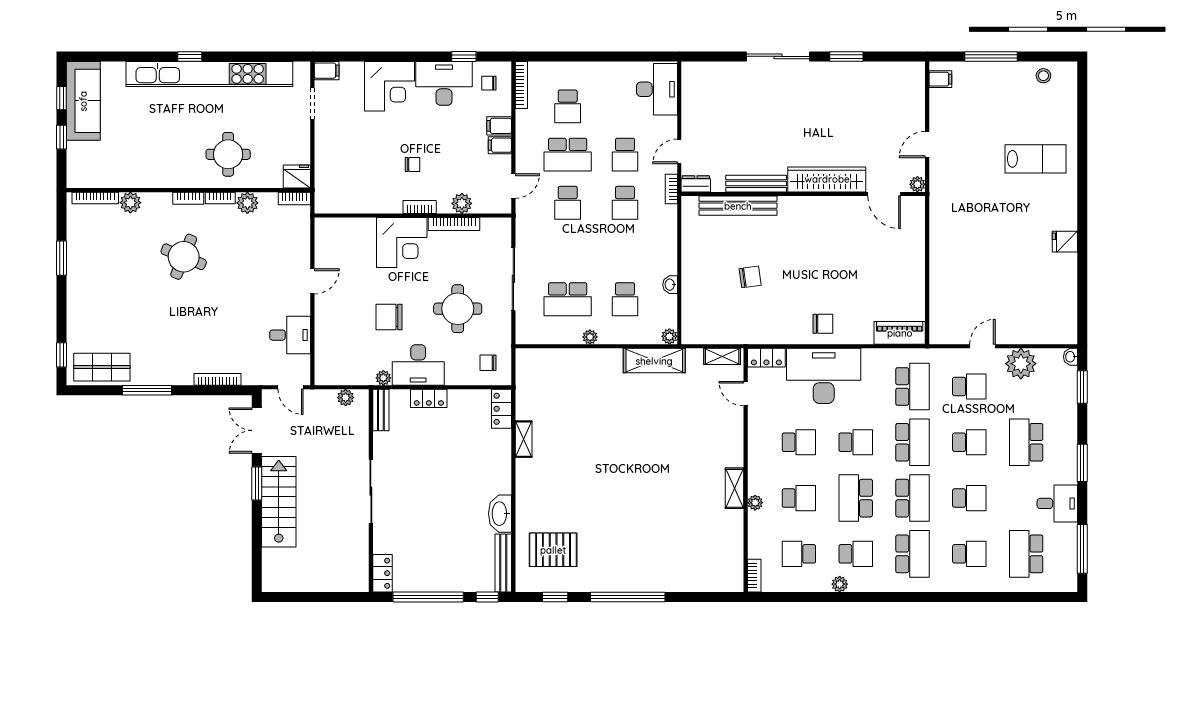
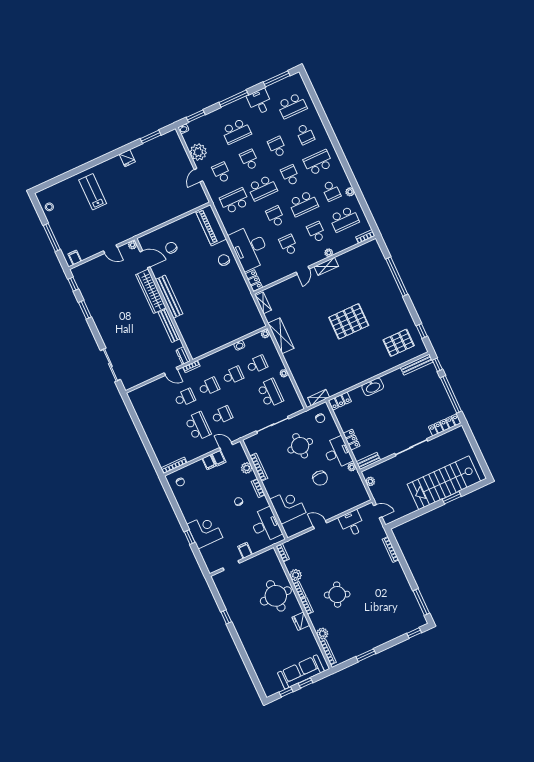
window: (190, 56) -> (226, 617), moved
window: (464, 56) -> (190, 537), moved
sliding door: (778, 56) -> (110, 365), moved
window: (898, 56) -> (73, 284), added
filing cabinet: (327, 71) -> (245, 550), moved
kitchen unit: (209, 74) -> (240, 624), removed
desk: (444, 83) -> (266, 525), moved, turned 180
desk: (657, 89) -> (145, 397), removed
sofa: (83, 101) -> (301, 672), moved
school desk: (568, 106) -> (233, 376), moved
filing cabinet: (499, 126) -> (219, 458), moved
round table: (228, 154) -> (276, 596), width x1.36, depth x1.36
fridge: (297, 177) -> (301, 621), moved
door: (884, 194) -> (145, 259), hinge flipped
bench: (738, 206) -> (169, 297), moved
corner desk: (402, 243) -> (288, 506), moved
chair: (750, 277) -> (171, 248), moved
window: (1082, 296) -> (151, 137), added
piano: (900, 333) -> (211, 225), width x1.37, depth x1.33
door: (982, 346) -> (198, 175), hinge flipped
shop shelf: (102, 367) -> (411, 610), removed
door: (290, 387) -> (378, 511), hinge flipped
window: (147, 390) -> (421, 602), moved
door: (746, 394) -> (303, 270), moved
double door: (257, 430) -> (407, 518), removed
shelving: (524, 439) -> (319, 397), moved
school desk: (913, 442) -> (262, 188), turned 180
window: (1082, 463) -> (234, 99), width x1.44
window: (257, 483) -> (452, 498), moved
pallet: (626, 484) -> (349, 321), added
school desk: (913, 498) -> (290, 175), width x0.54
stairs: (279, 502) -> (444, 483), width x1.36, depth x1.51
washbasin: (500, 514) -> (373, 387), moved
pallet: (553, 550) -> (399, 343), turned 90
school desk: (799, 554) -> (344, 219), width x1.85
school desk: (856, 554) -> (331, 191), turned 180
school desk: (969, 554) -> (305, 134), turned 180
locker: (382, 573) -> (445, 425), width x1.53
window: (628, 597) -> (397, 277), moved

